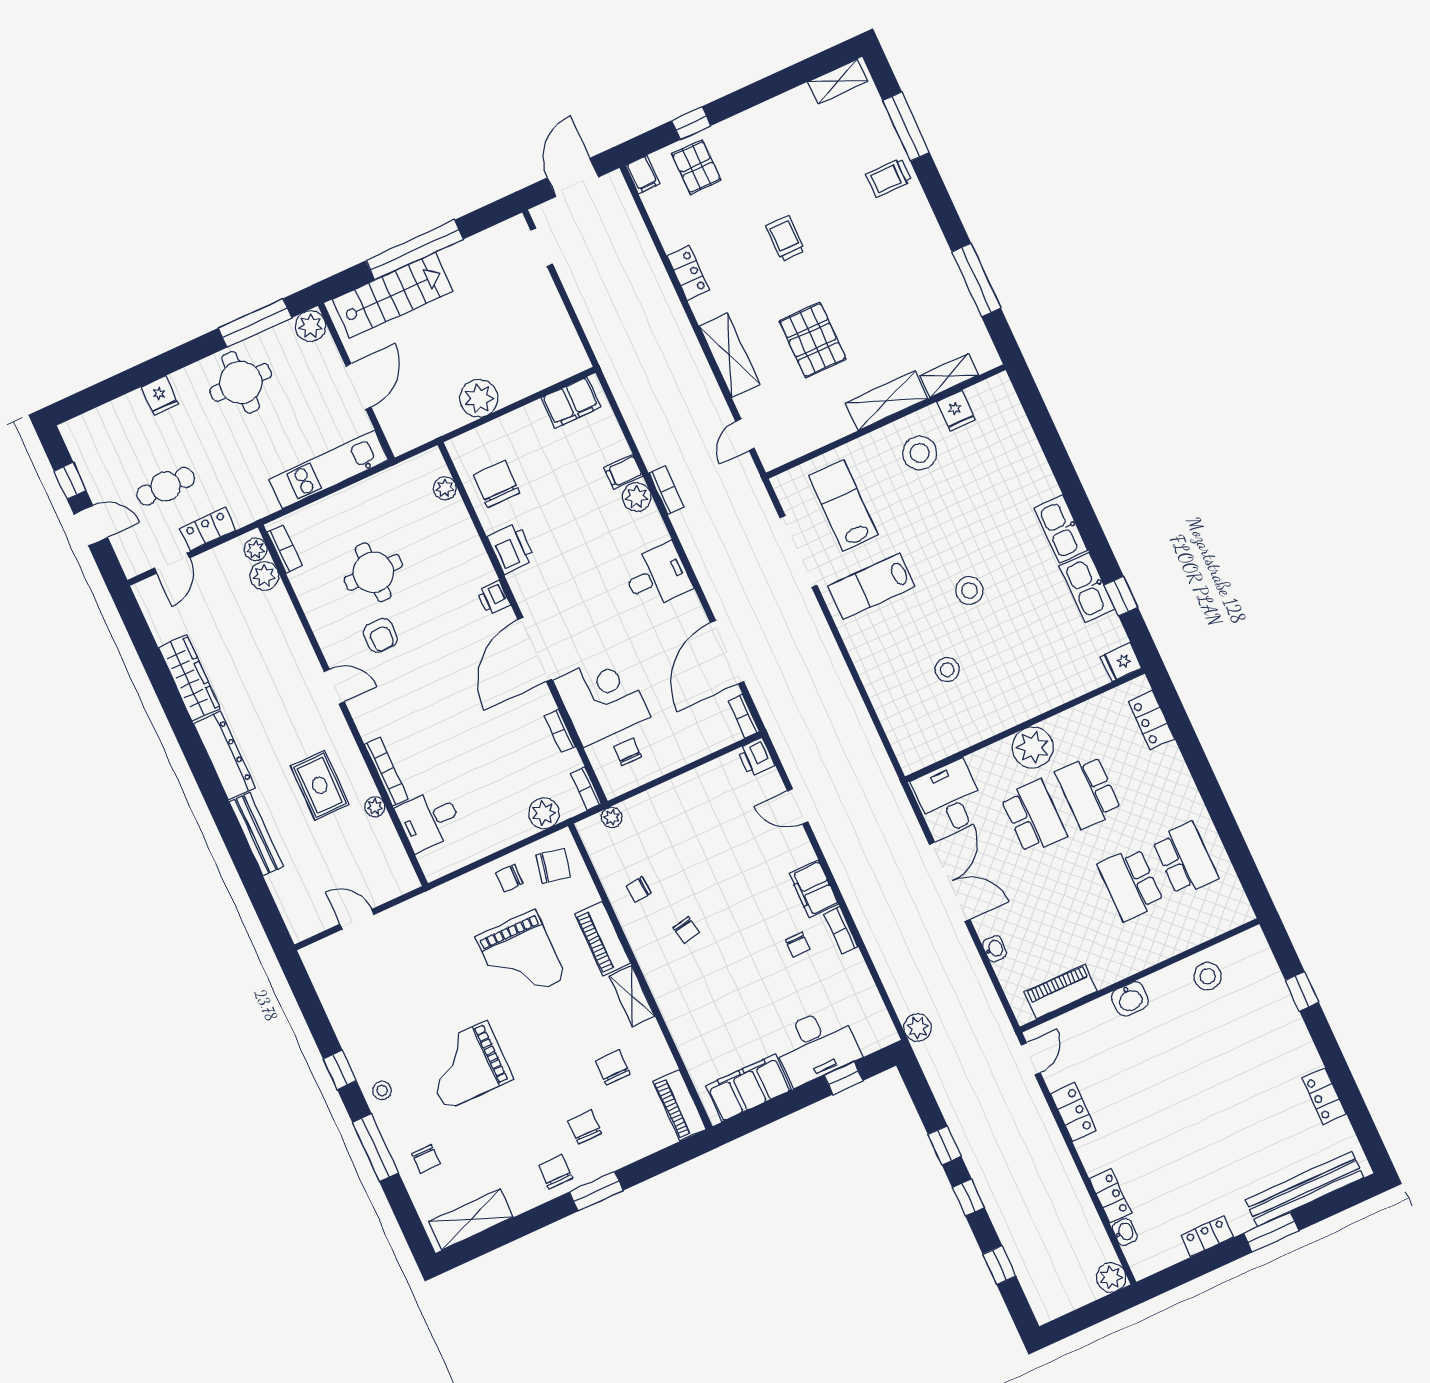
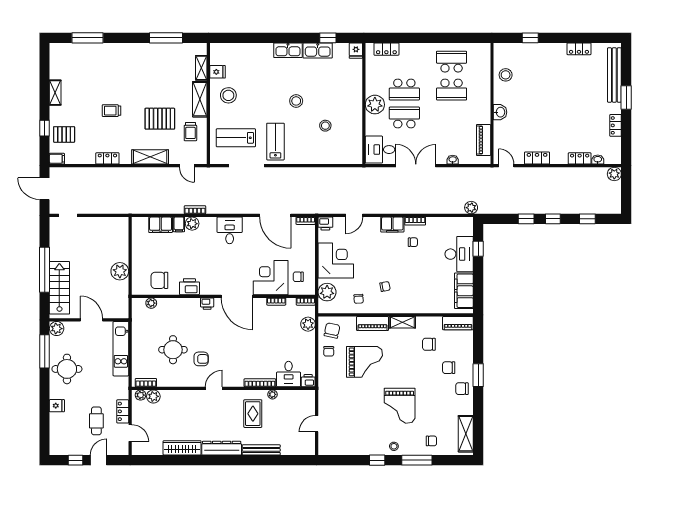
shelving: (838, 81) -> (55, 93), moved
trolley: (889, 178) -> (190, 132), moved
filing cabinet: (571, 402) -> (161, 225), moved, turned 90
lab bench: (872, 586) -> (275, 142), turned 180
rug: (320, 785) -> (253, 414), turned 90
corner desk: (693, 811) -> (336, 260), added
plant: (612, 817) -> (327, 292), width x1.87, depth x1.87
printer: (434, 864) -> (308, 381), added

